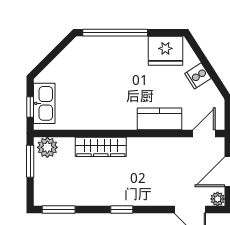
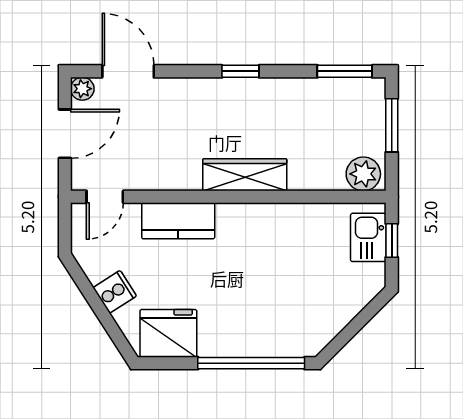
kitchen sink: (44, 103) -> (368, 237), width x0.73
wardrobe: (101, 147) -> (245, 175), moved
window: (30, 161) -> (392, 125), moved

